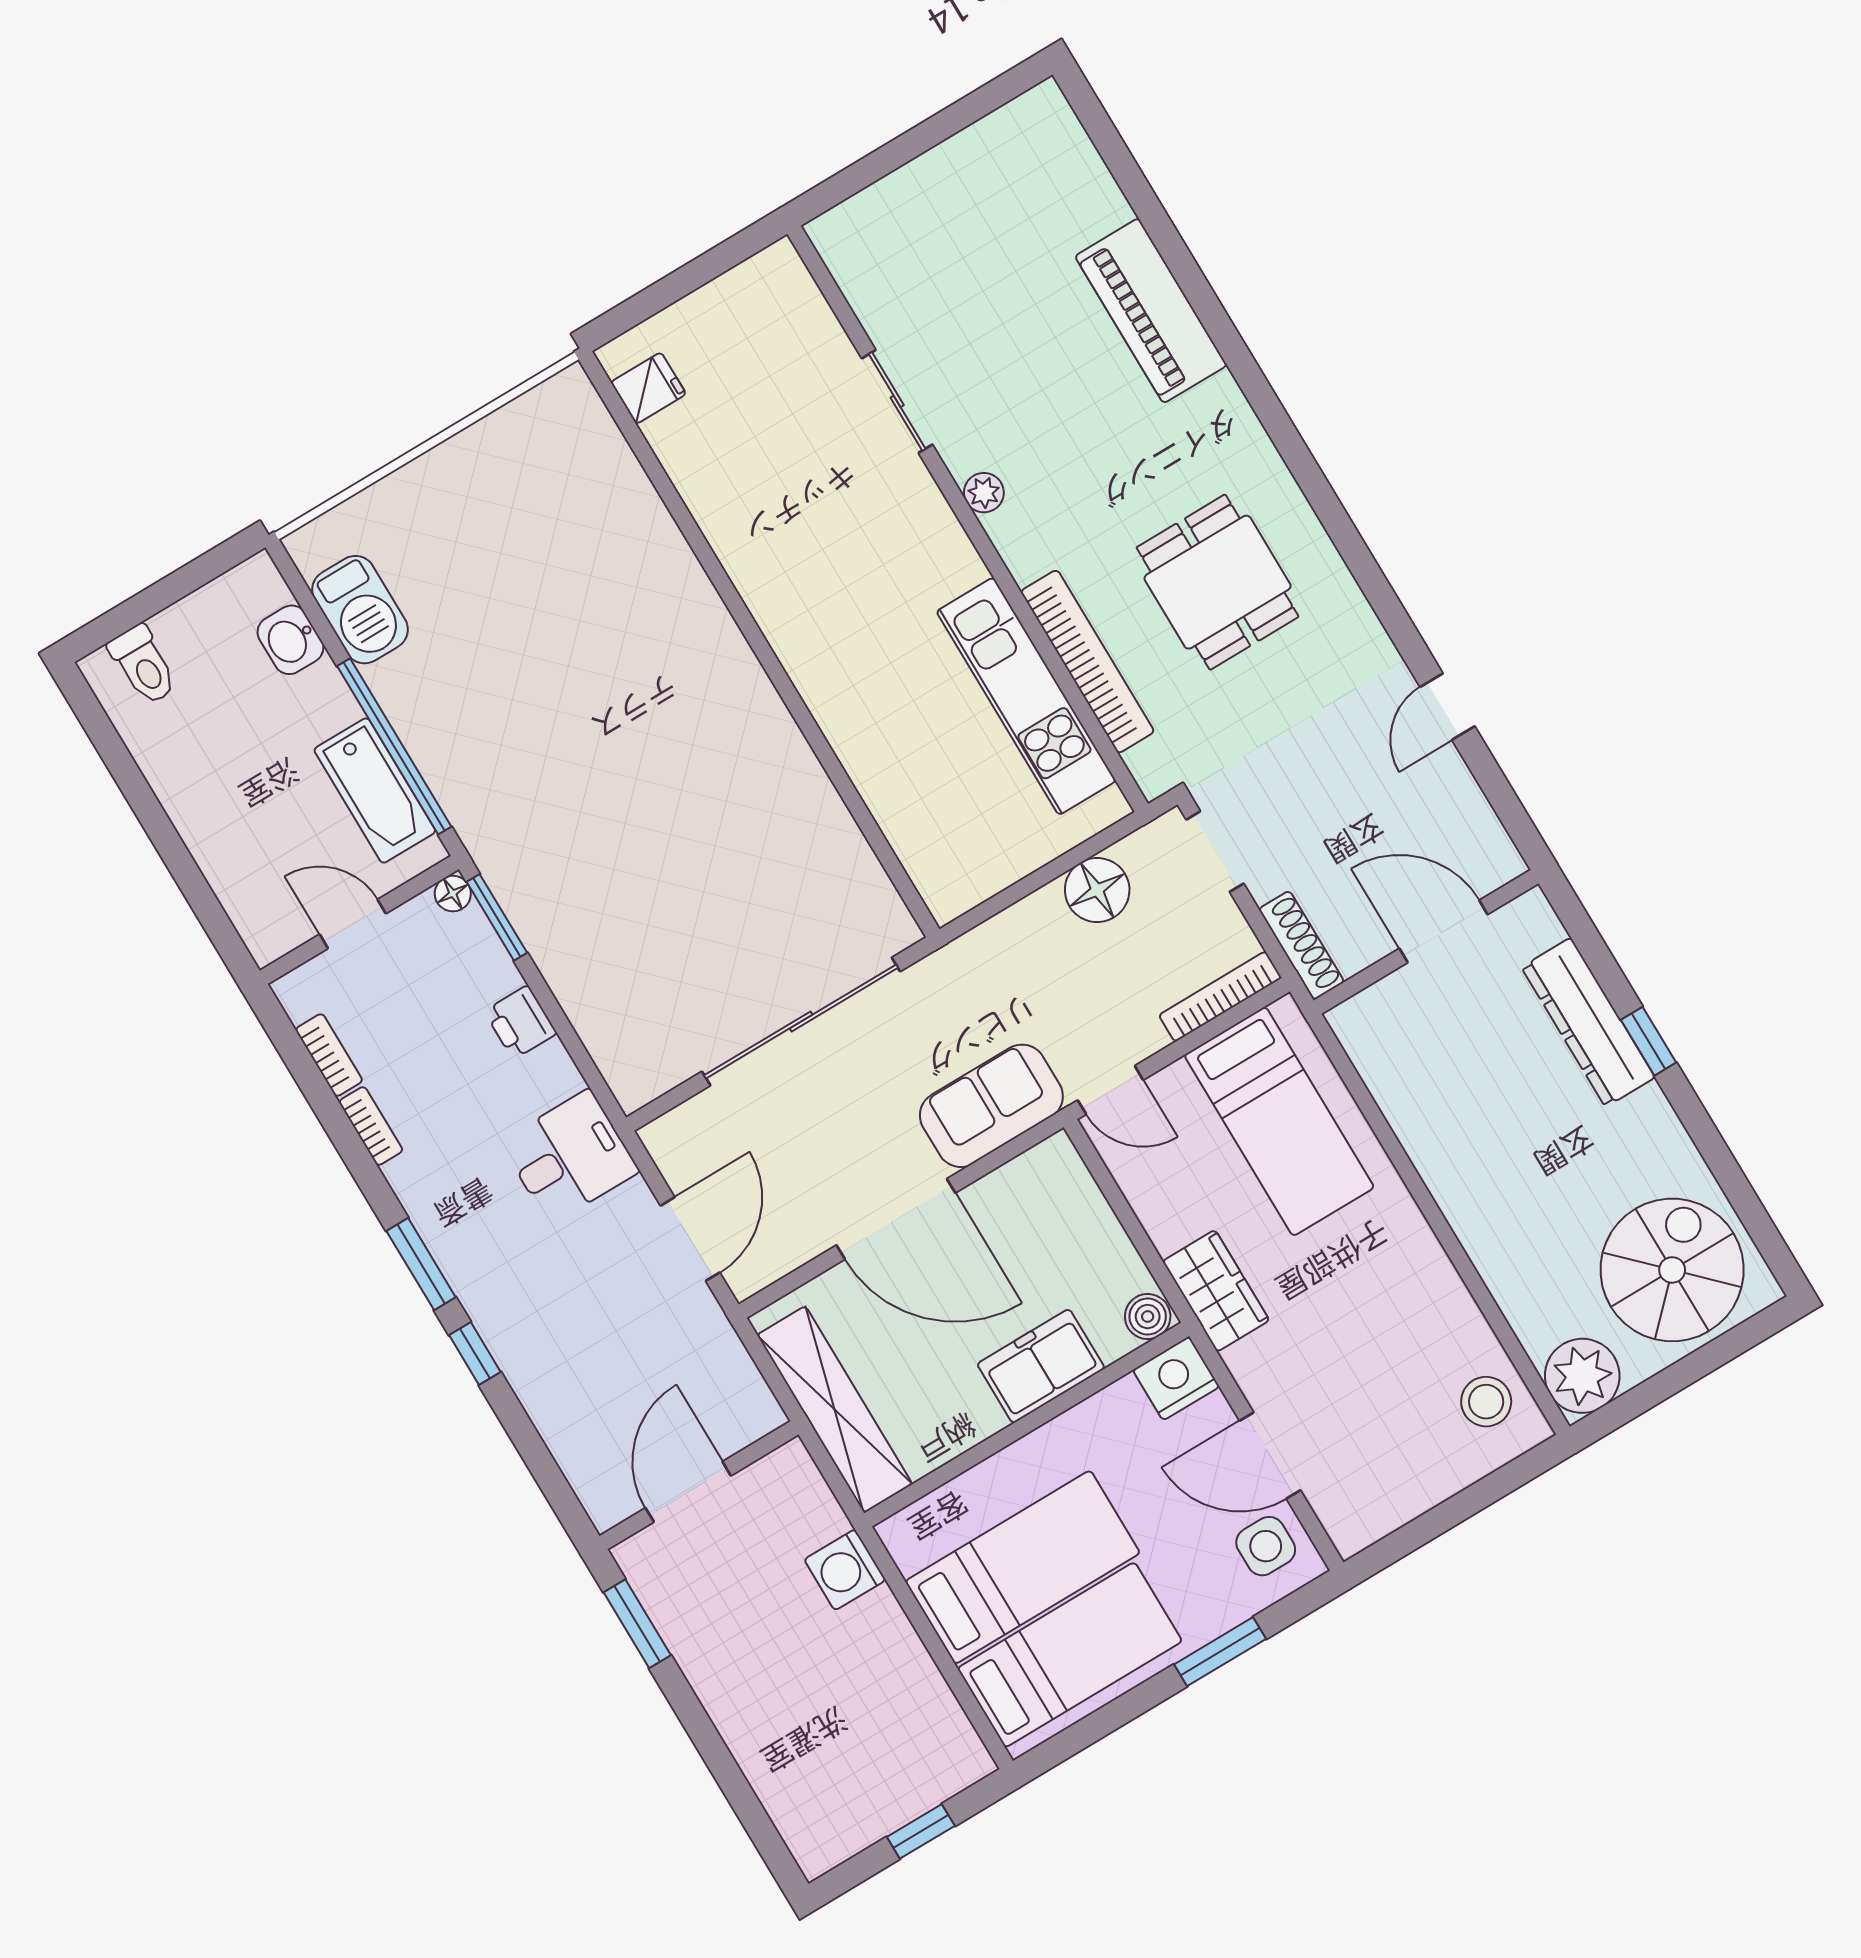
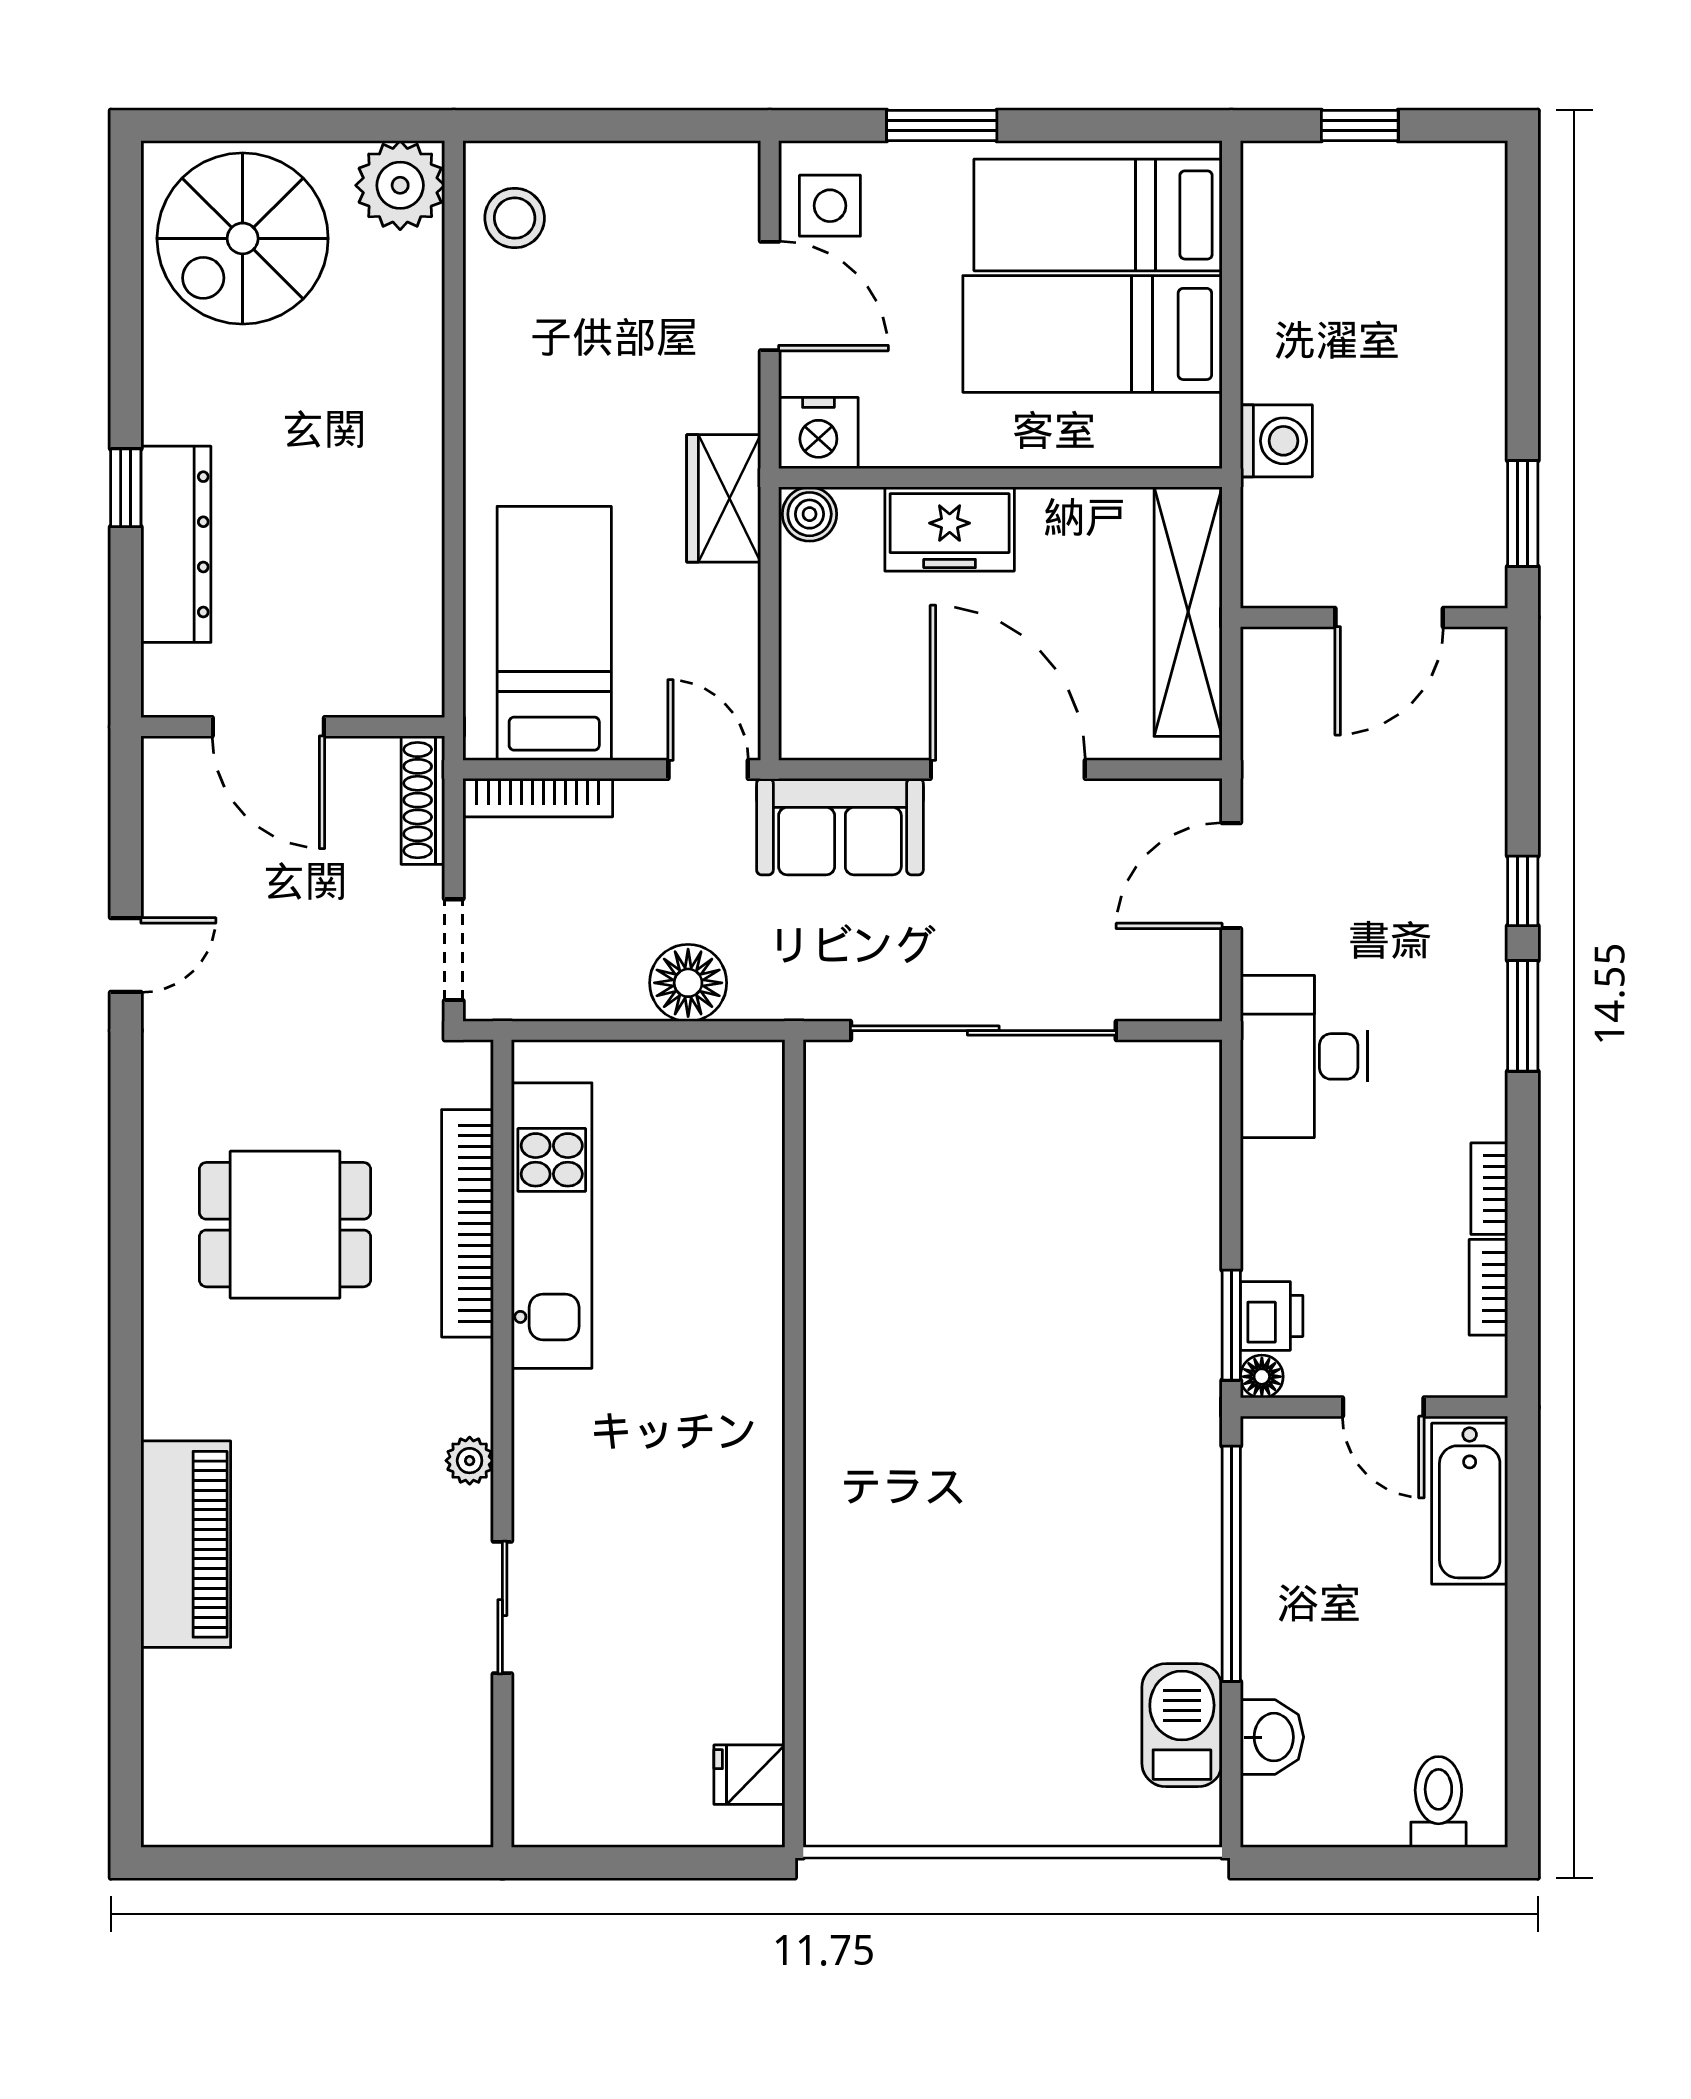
dining table: (1218, 582) -> (285, 1225), turned 90
bathtub: (375, 791) -> (1470, 1504), moved, turned 180
floor lamp: (1097, 890) -> (688, 983), moved
printer: (521, 1022) -> (1272, 1316), moved
desk: (570, 1157) -> (1304, 1056), width x1.37

